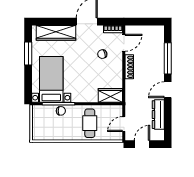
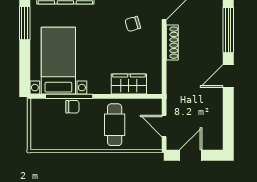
wardrobe: (110, 95) -> (129, 84), moved
dresser: (158, 115) -> (214, 112), removed
door: (124, 124) -> (164, 126), hinge flipped

